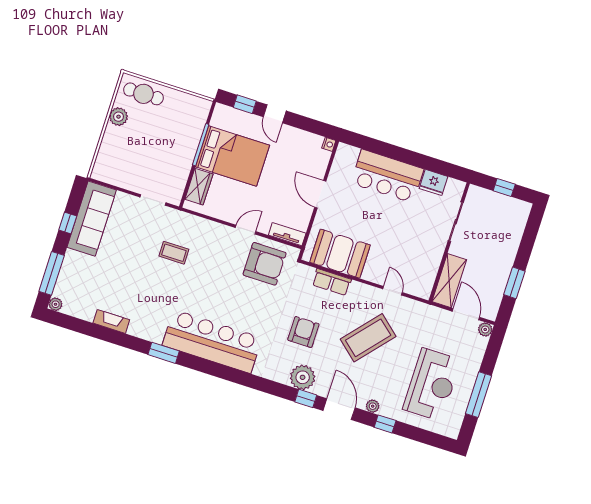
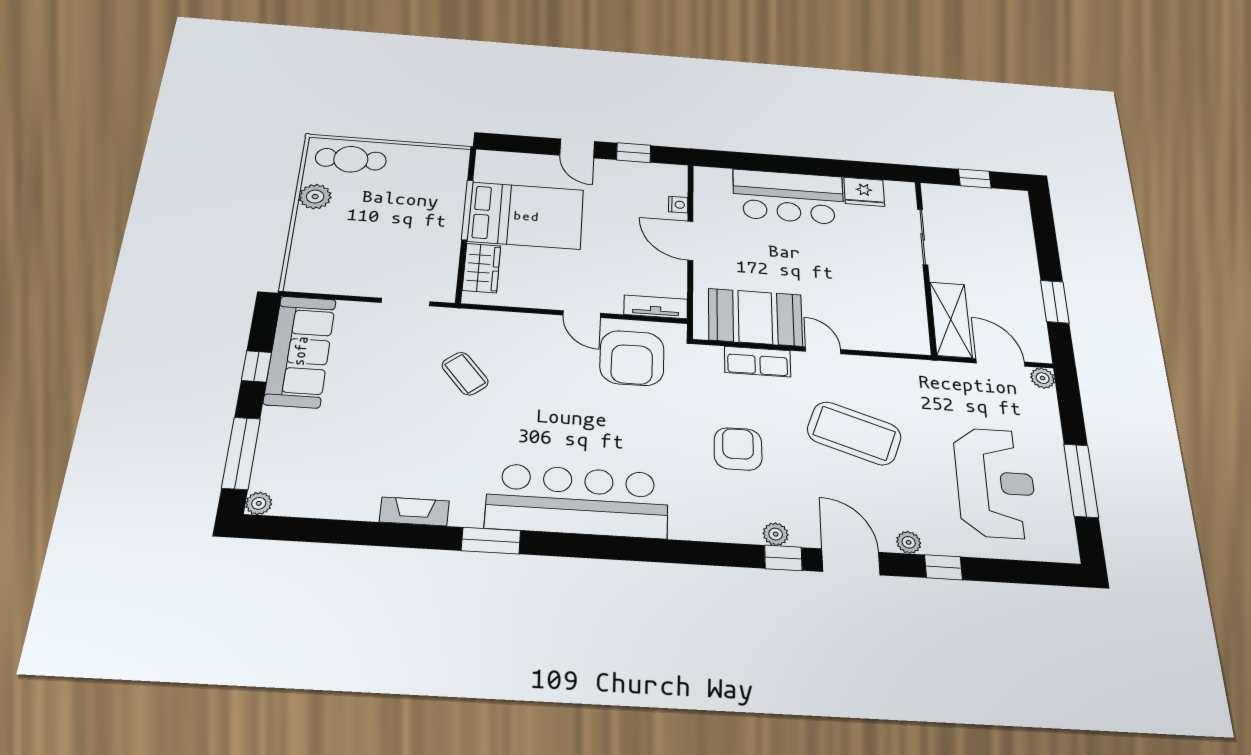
window: (245, 104) -> (634, 153), moved
nightstand: (329, 144) -> (678, 205), moved
door: (245, 230) -> (582, 314), swing flipped
coffee table: (174, 253) -> (465, 374), turned 51
armchair: (265, 264) -> (632, 358), turned 90
door: (392, 291) -> (823, 350), moved
fireplace: (111, 321) -> (414, 511), moved
coffee table: (368, 338) -> (854, 433), turned 68
plant: (303, 377) -> (776, 534), width x0.53, depth x0.53

